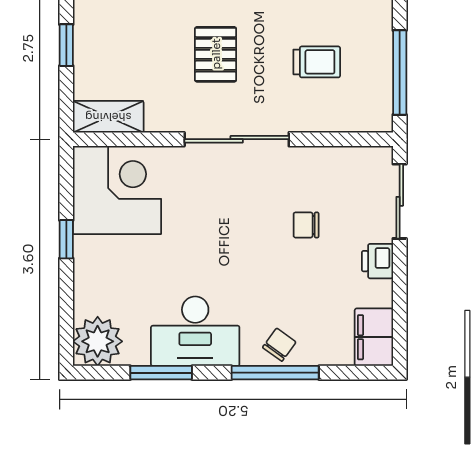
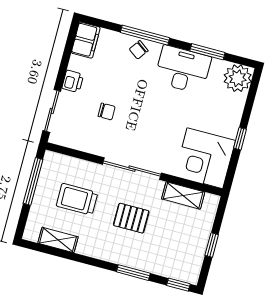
pallet: (216, 54) -> (131, 218), turned 90
trolley: (317, 62) -> (77, 199), width x1.36, depth x1.39
shelving: (108, 117) -> (183, 195), moved

